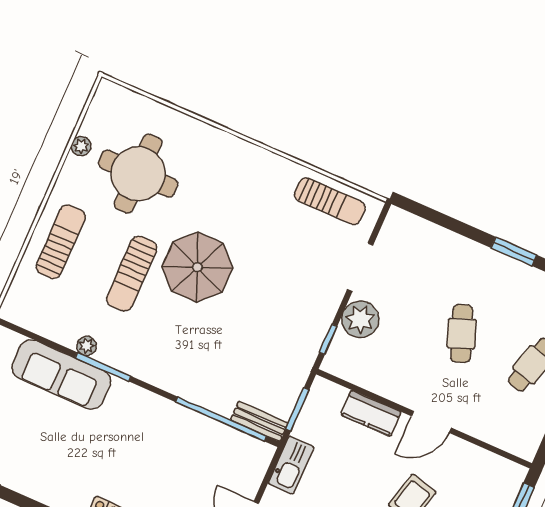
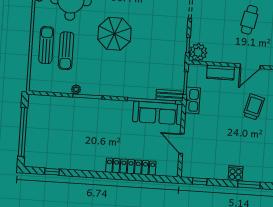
sun lounger: (132, 274) -> (66, 51), moved
plant: (360, 319) -> (198, 52), moved
cafe table: (462, 334) -> (249, 20), turned 33
sofa: (61, 374) -> (158, 113), moved
kitchen sink: (291, 465) -> (193, 100), moved

